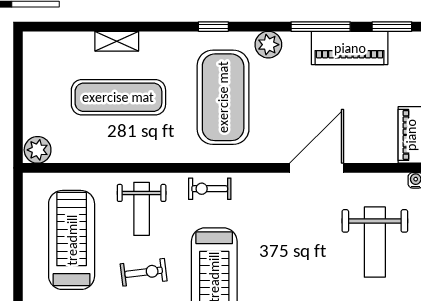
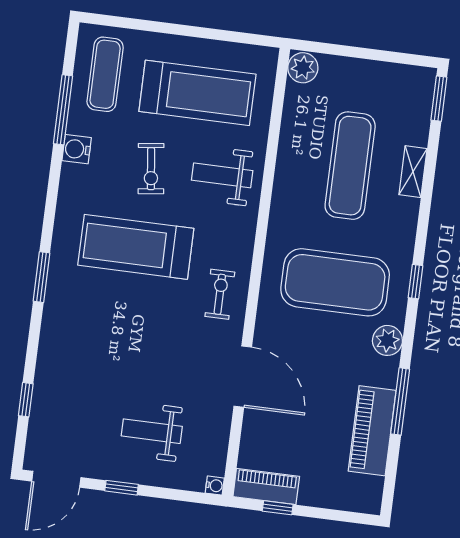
window: (392, 27) -> (439, 99), moved
exercise bike: (210, 189) -> (220, 294), moved
weight bench: (375, 242) -> (152, 431), width x0.73, depth x0.75

